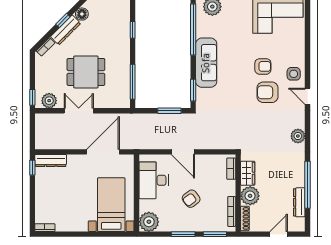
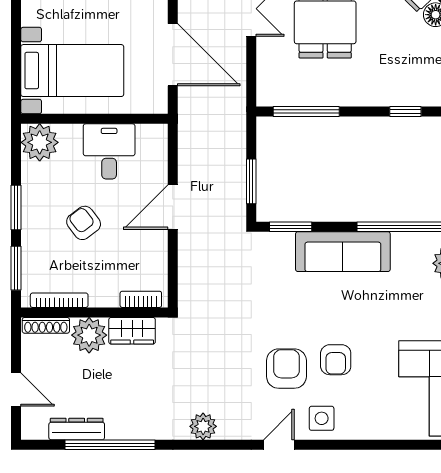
desk: (154, 180) -> (109, 151), width x0.73

